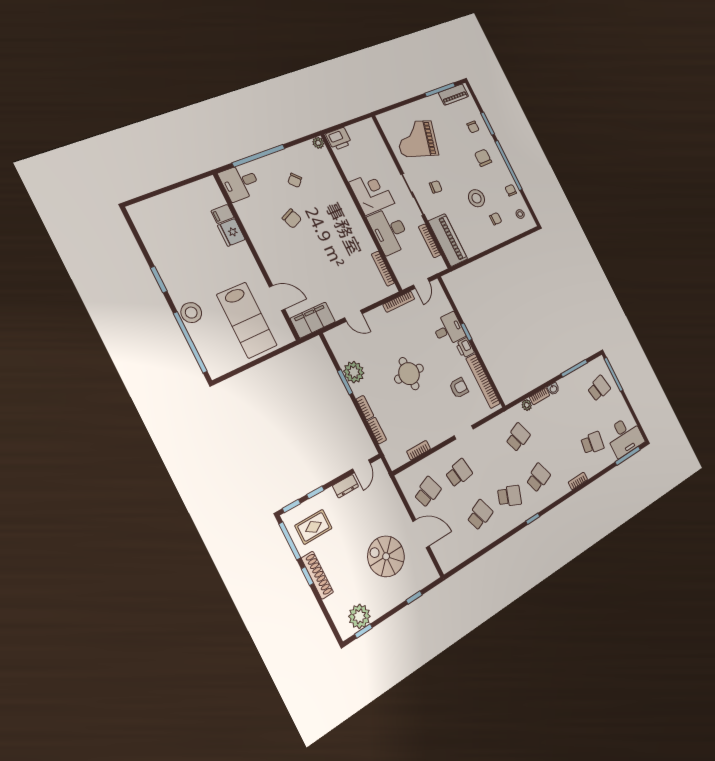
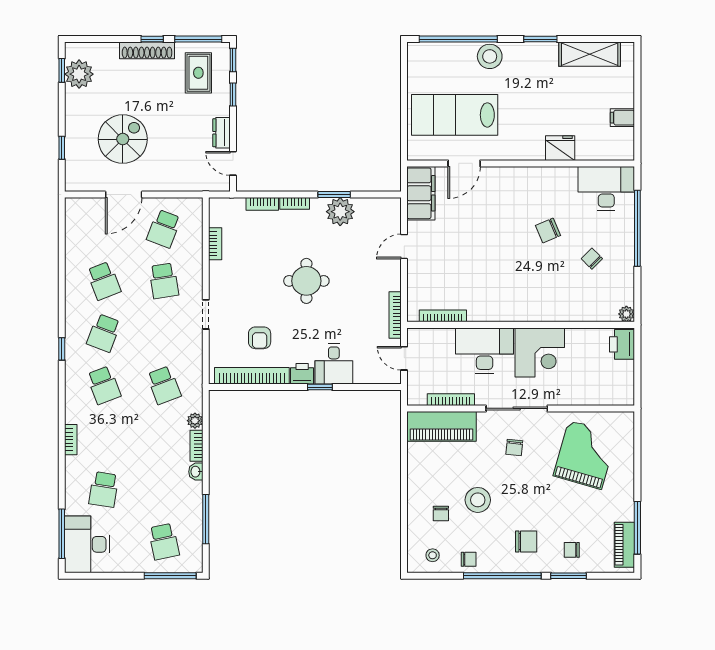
desk: (240, 182) -> (606, 189), width x1.37
filing cabinet: (222, 214) -> (622, 118), moved, turned -90
shelving: (152, 237) -> (590, 54), added
school desk: (428, 492) -> (164, 229), turned 42

